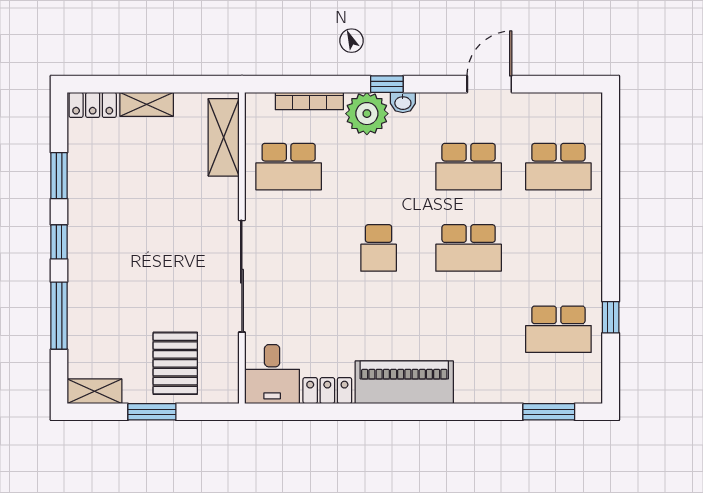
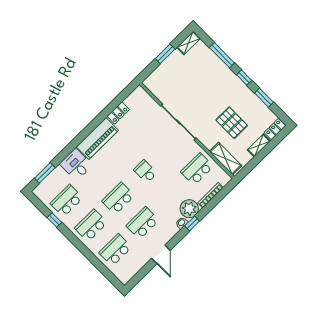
school desk: (558, 248) -> (91, 225), added
pallet: (175, 363) -> (232, 123), moved
desk: (272, 374) -> (76, 165), moved

